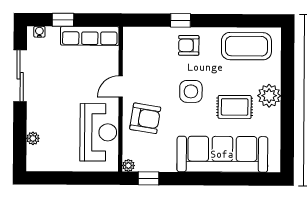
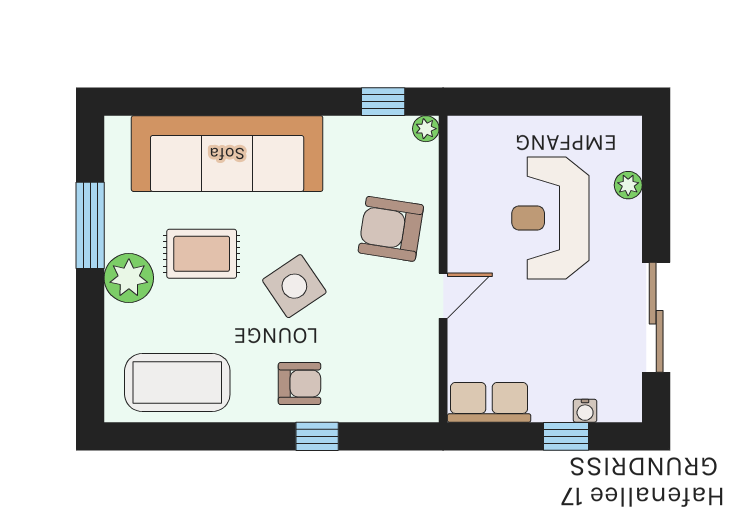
water cooler: (39, 32) -> (585, 411), moved
row of seats: (90, 36) -> (489, 402), width x0.68
side table: (191, 91) -> (294, 286), turned -34
window: (287, 121) -> (90, 225), added
reception desk: (98, 132) -> (550, 218), moved

